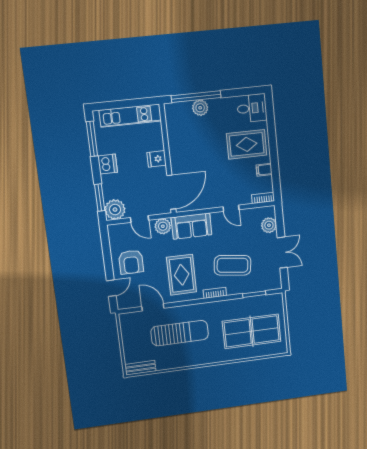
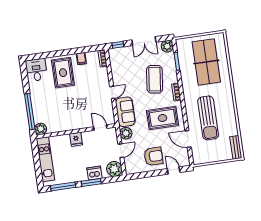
plant: (200, 108) -> (41, 129), moved
dishwasher: (108, 164) -> (94, 173), moved
door: (171, 192) -> (100, 128), width x0.53
window: (100, 198) -> (91, 182), moved
door: (231, 208) -> (112, 92), moved
window: (279, 219) -> (118, 45), added
plant: (269, 225) -> (167, 46), moved
double door: (282, 253) -> (144, 41), swing flipped
door: (153, 307) -> (188, 139), hinge flipped
sun lounger: (180, 333) -> (208, 118), turned 180

